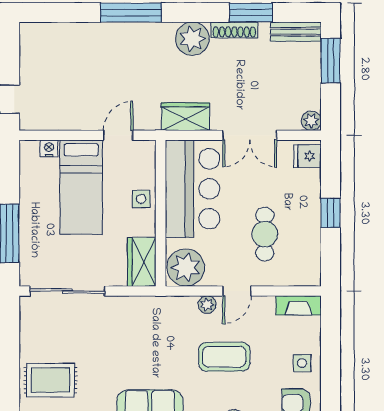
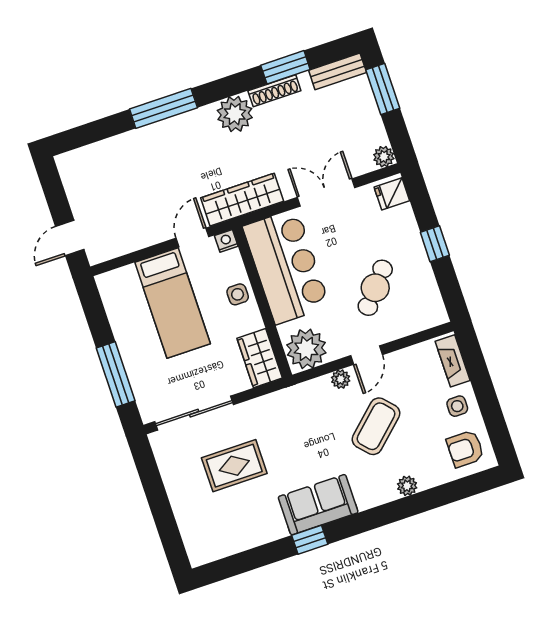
wardrobe: (185, 117) -> (242, 200), width x1.50
double door: (250, 135) -> (326, 192), swing flipped
nightstand: (49, 148) -> (226, 241), moved
cafe table: (265, 234) -> (375, 288), turned 40
fireplace: (298, 305) -> (453, 361), moved, turned 90
coffee table: (224, 357) -> (376, 426), turned -43
rug: (51, 380) -> (234, 466), moved

